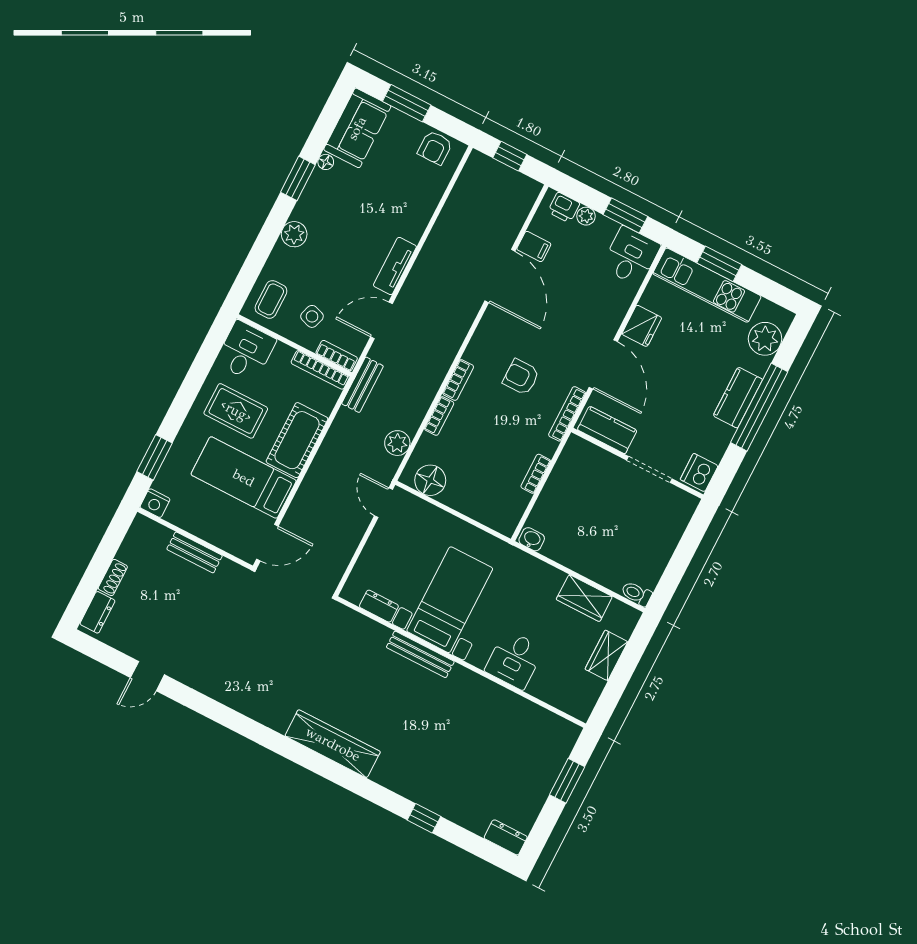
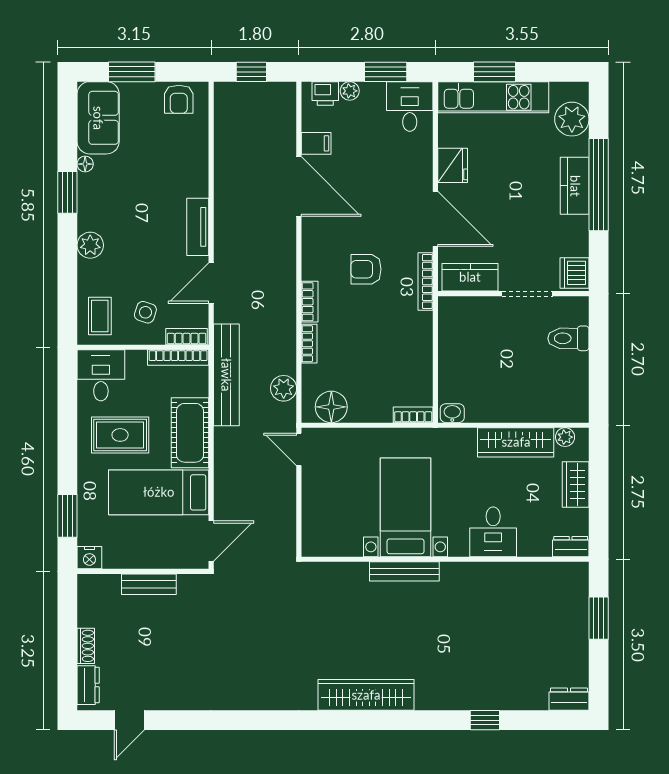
bench: (363, 385) -> (226, 375), width x1.86, depth x1.21
bookcase: (536, 474) -> (413, 415), moved, turned 90
toilet: (637, 594) -> (568, 338), moved, width x1.37, depth x1.39
wardrobe: (584, 598) -> (516, 442), width x1.50
dresser: (379, 606) -> (571, 547), moved
plant: (618, 610) -> (565, 437), added
door: (147, 676) -> (129, 720), moved

